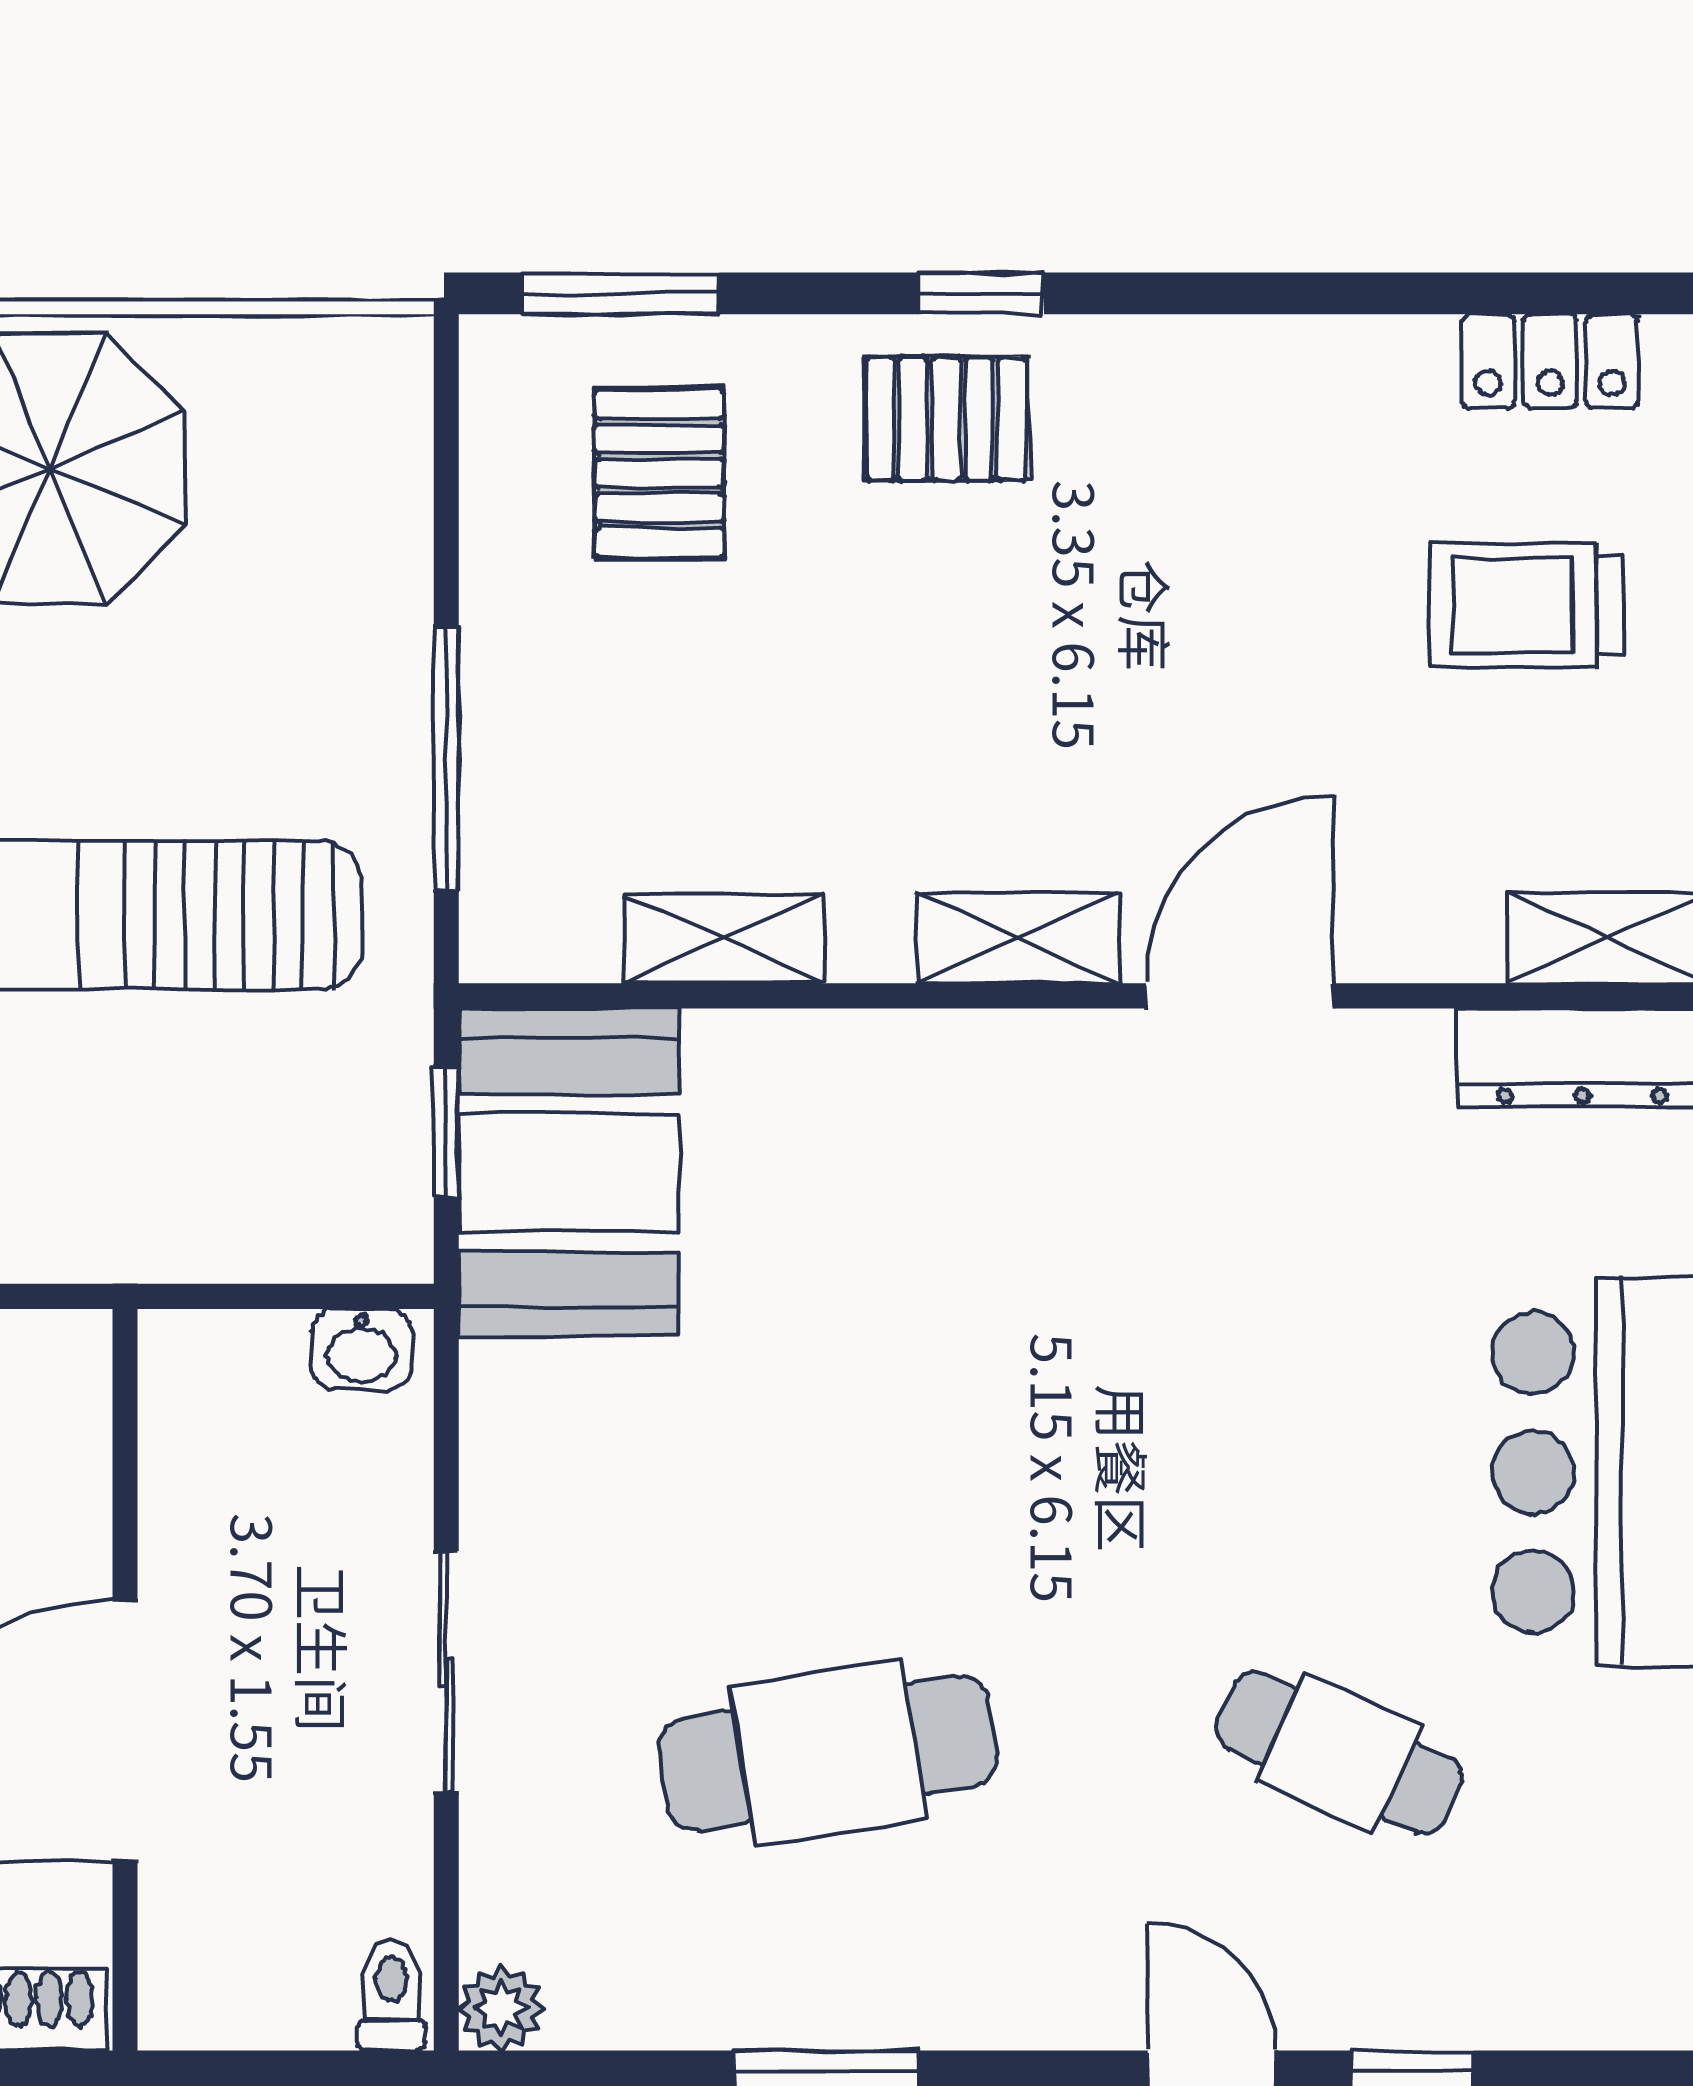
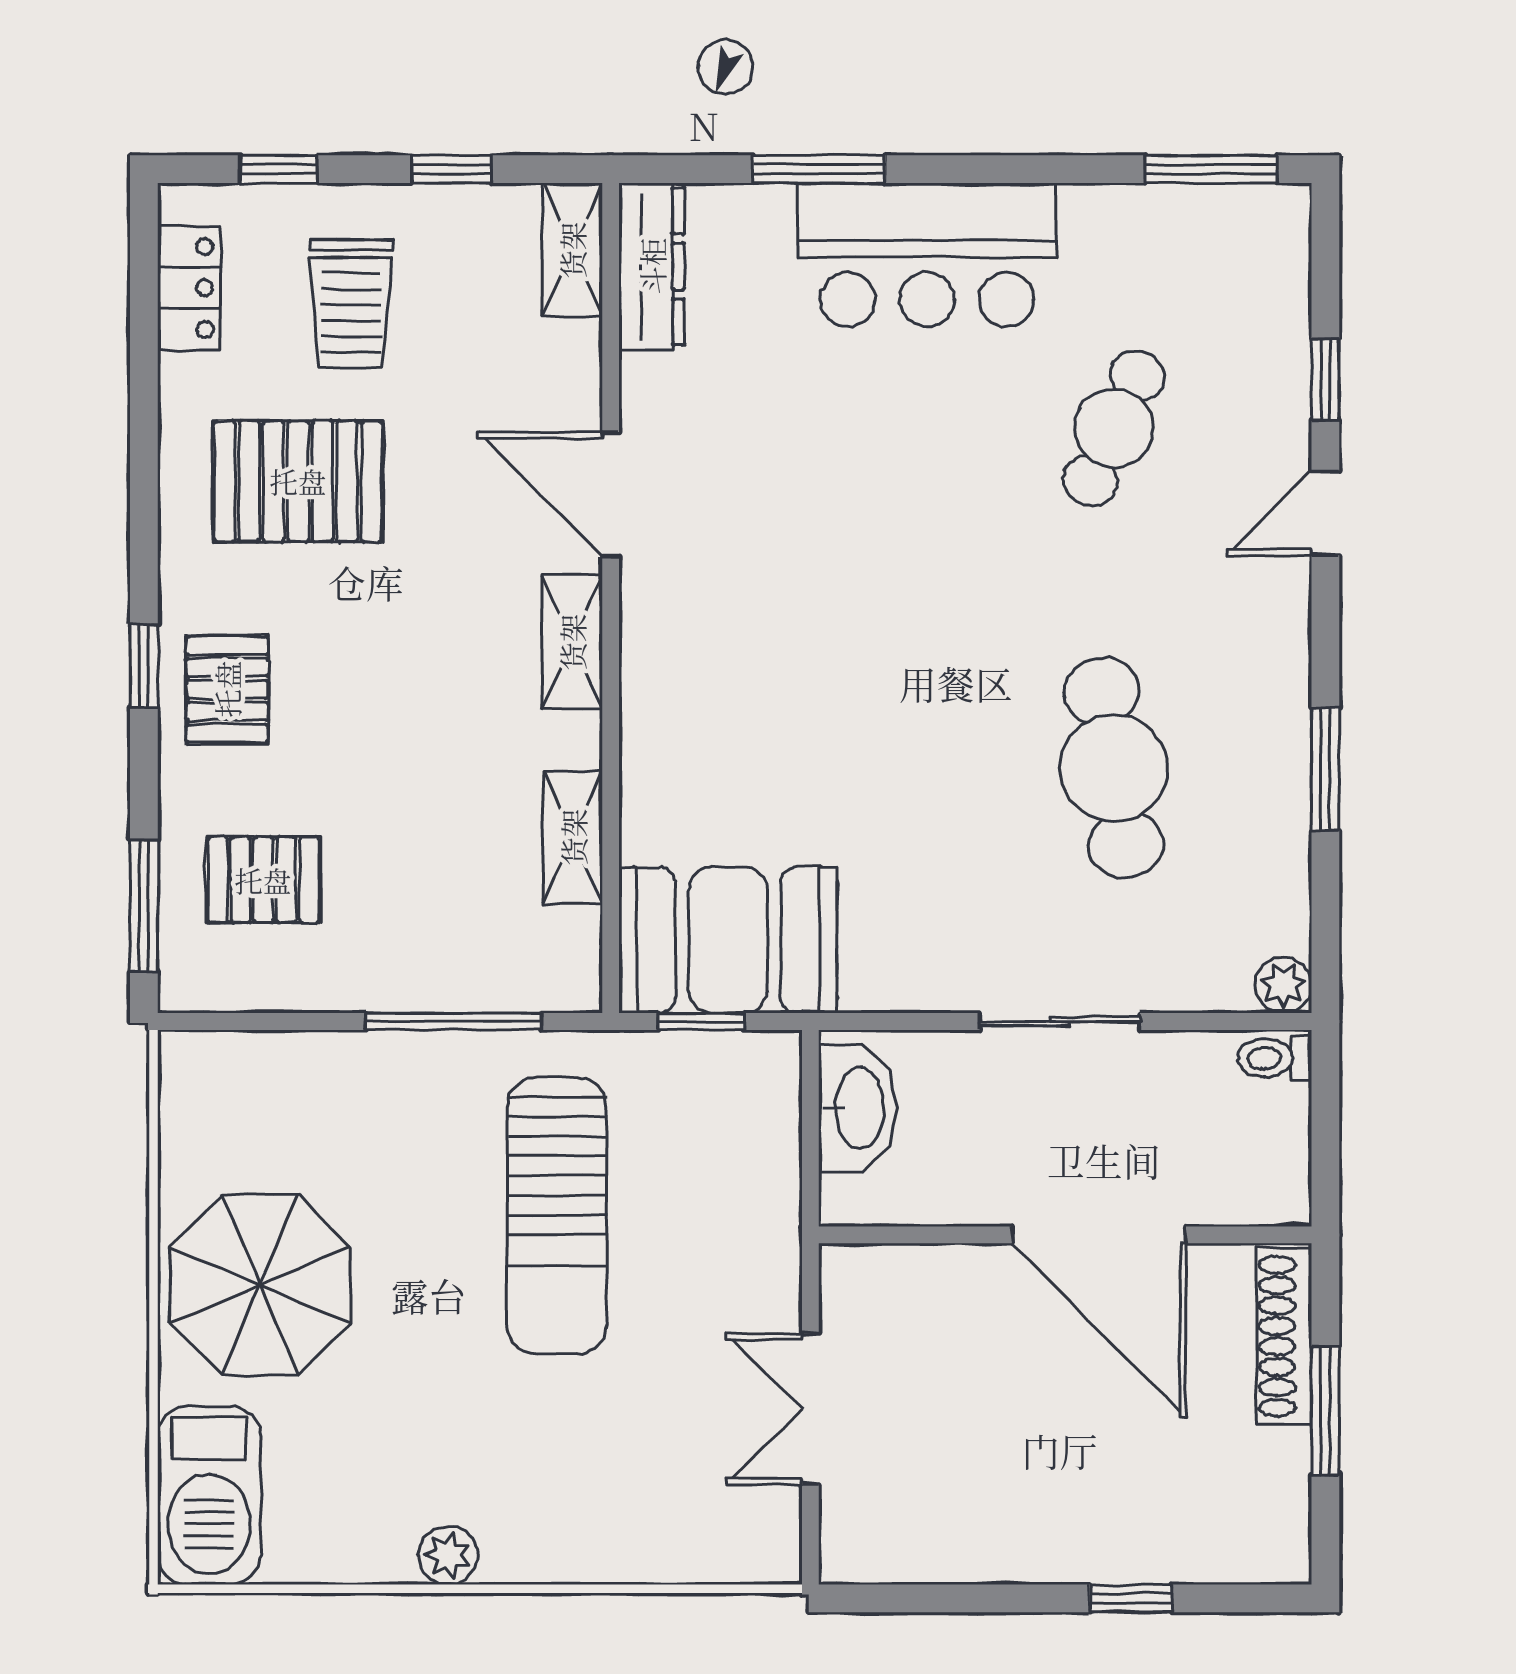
pallet: (1259, 526) -> (298, 481), added
washbasin: (362, 1349) -> (858, 1108), width x1.91, depth x1.45

